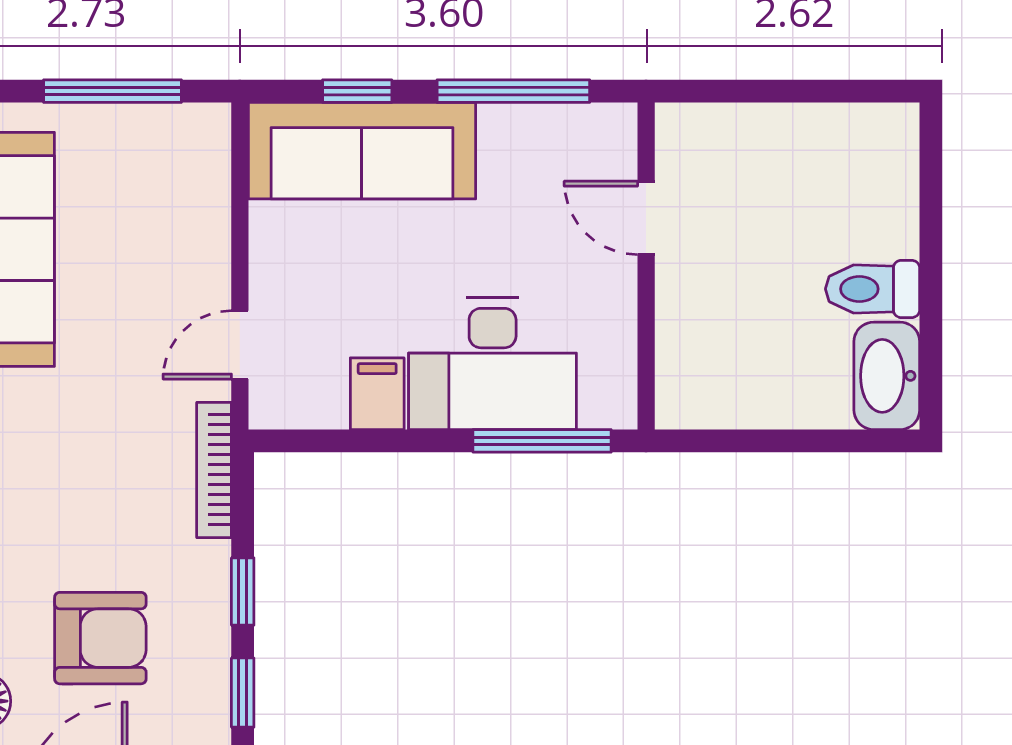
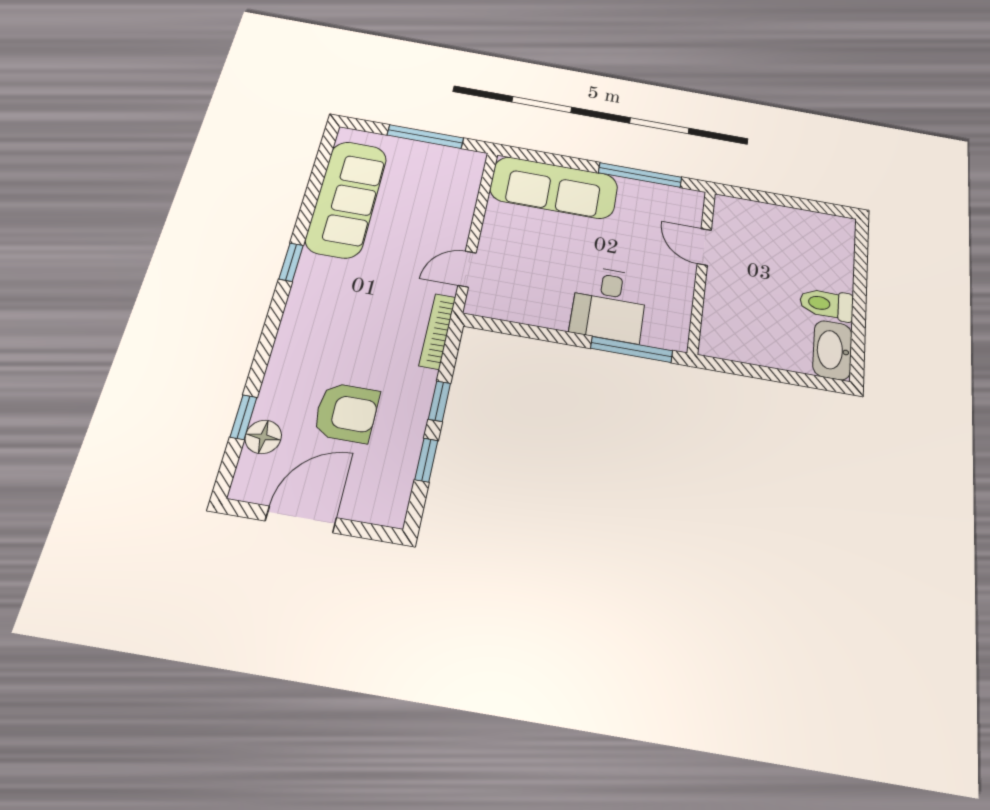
window: (357, 91) -> (557, 160), removed
desk: (493, 364) -> (609, 304), width x0.73
filing cabinet: (377, 394) -> (540, 308), removed

